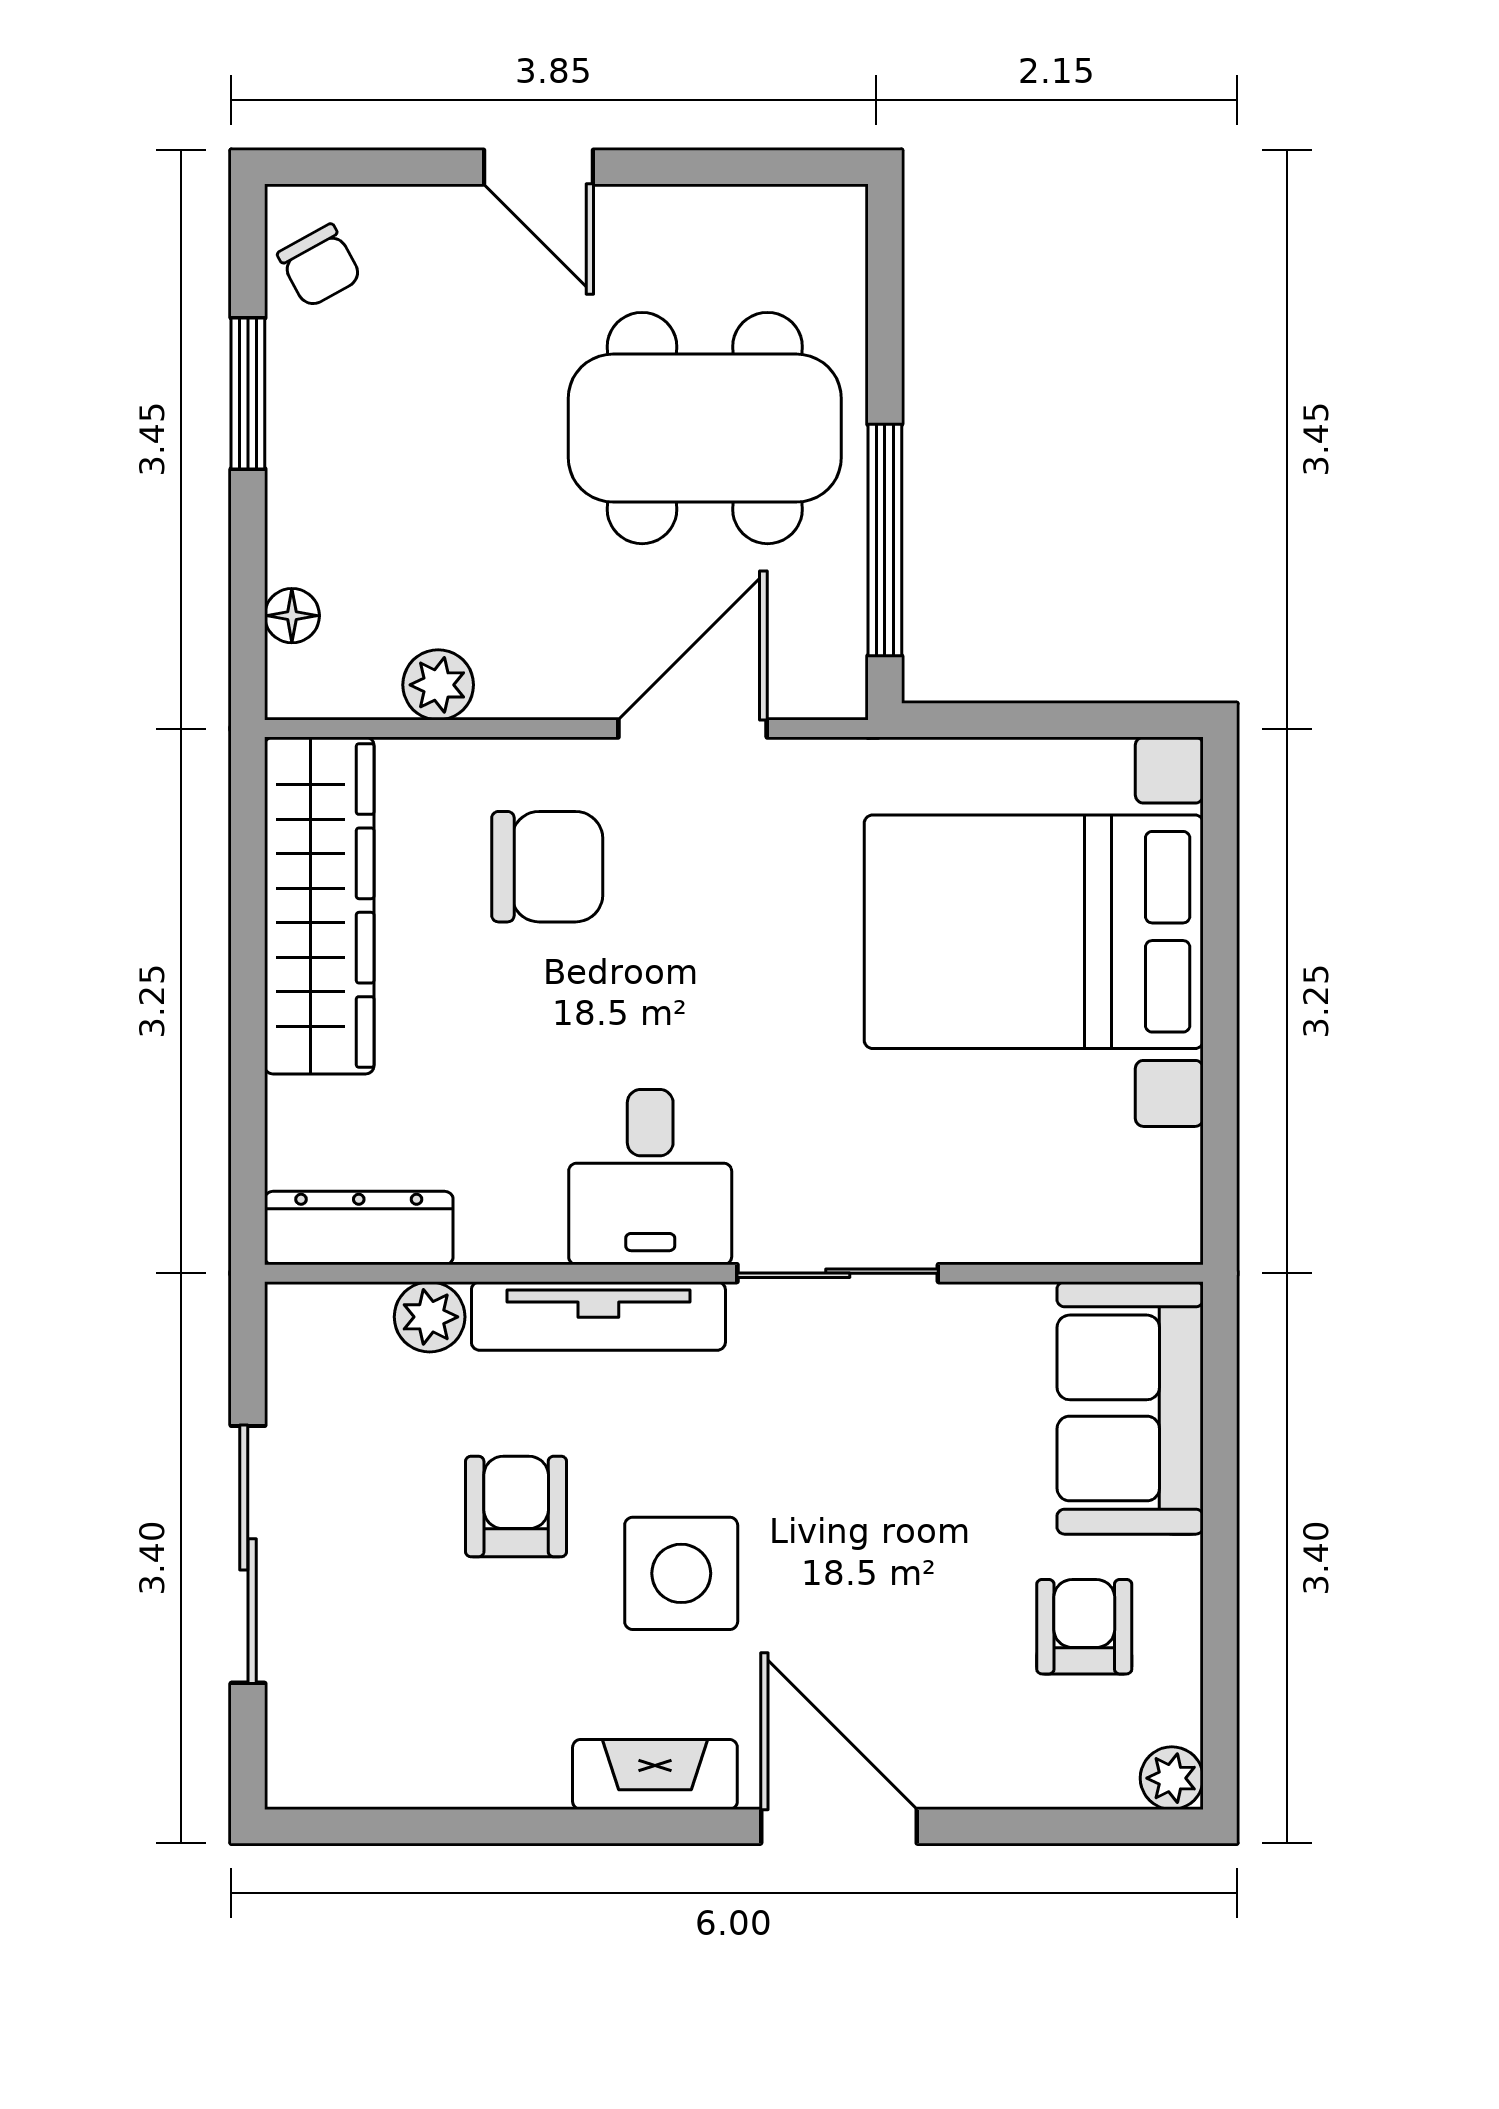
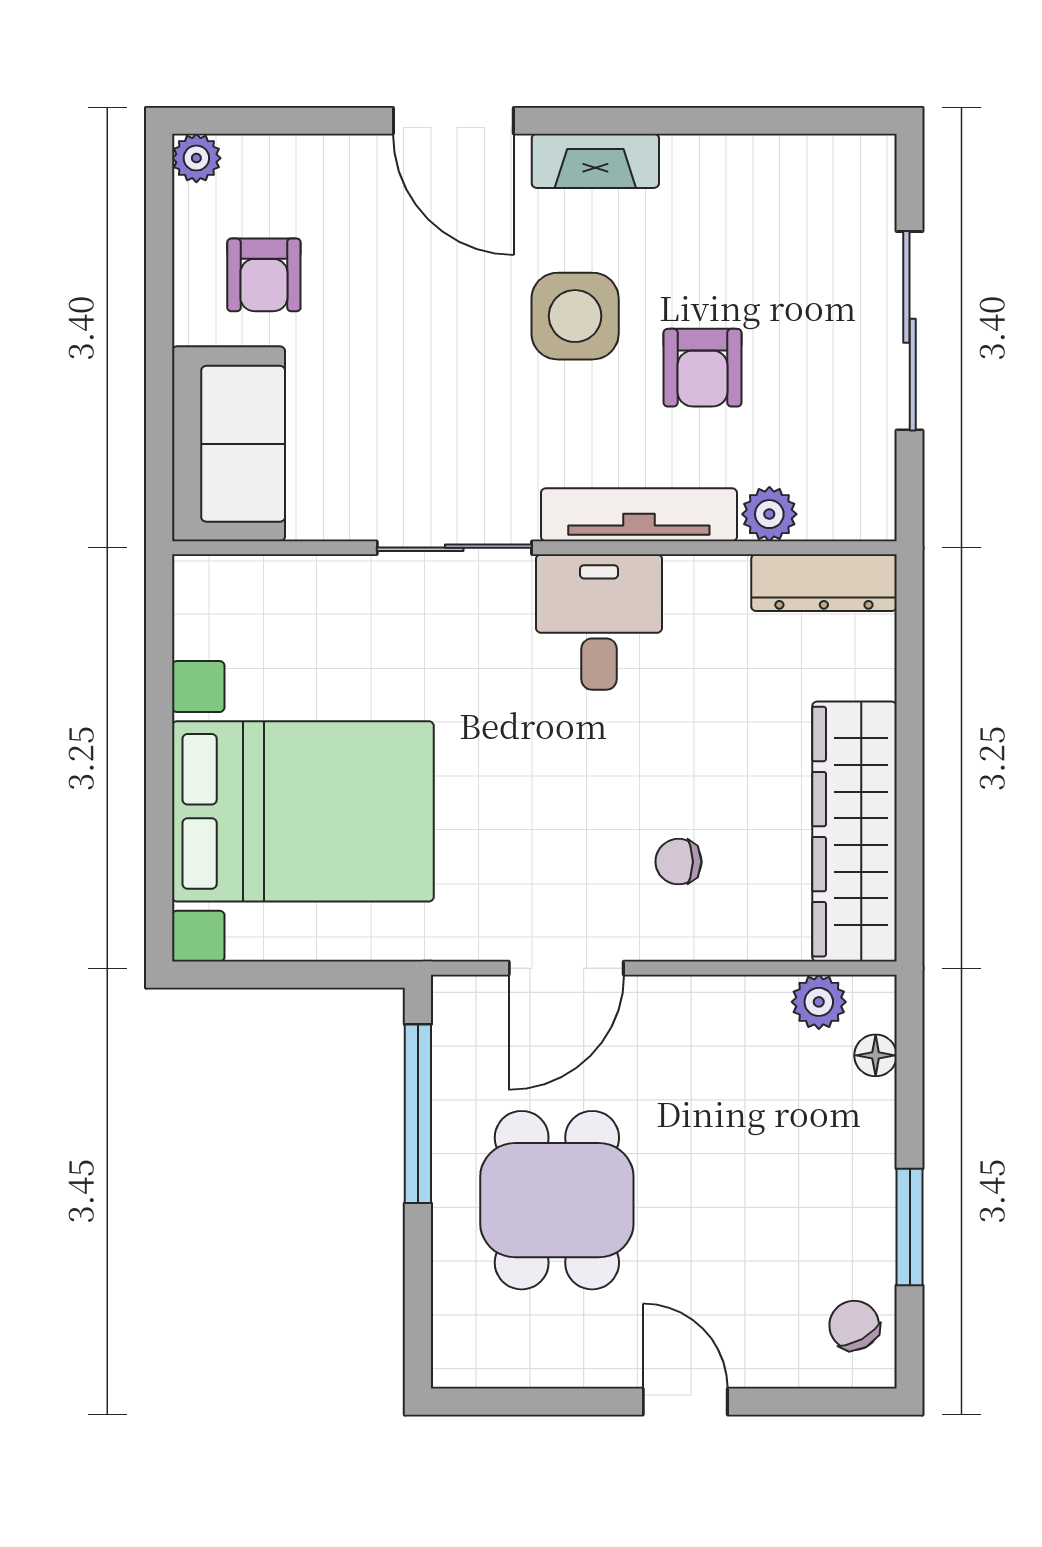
dining table: (705, 428) -> (557, 1200), width x0.73
plant: (438, 685) -> (819, 1002), moved
chair: (547, 867) -> (678, 862), width x0.54, depth x0.54

